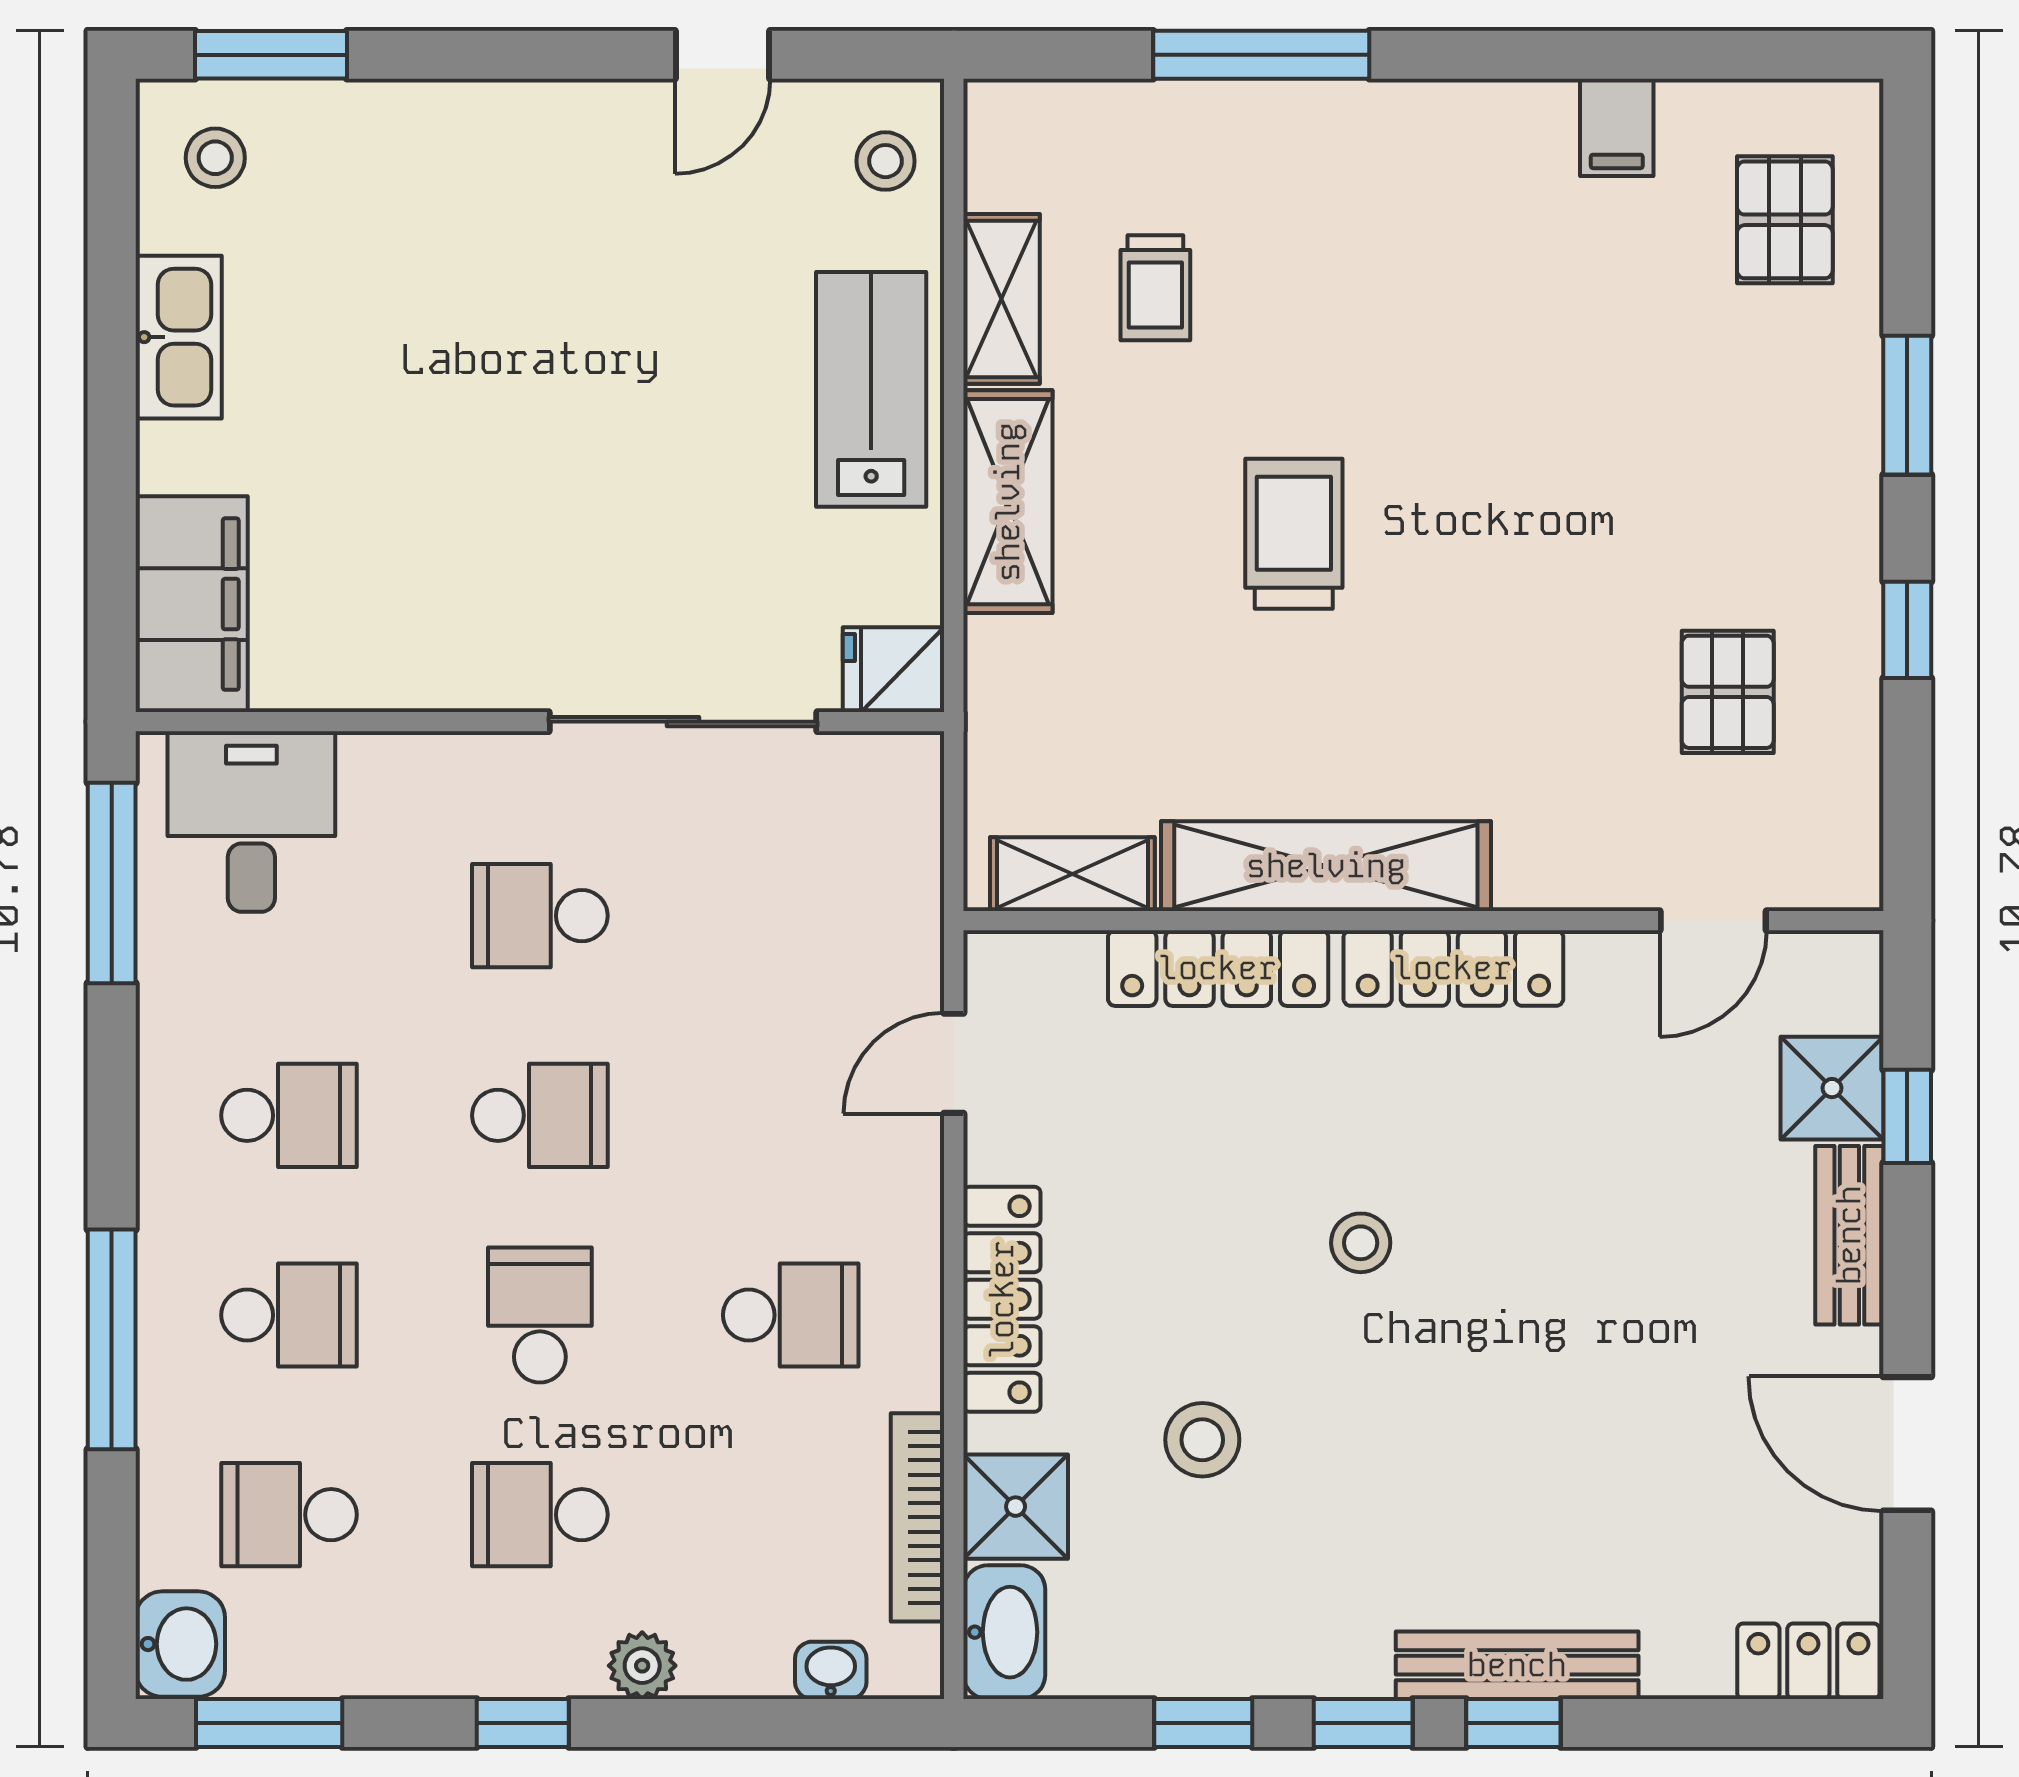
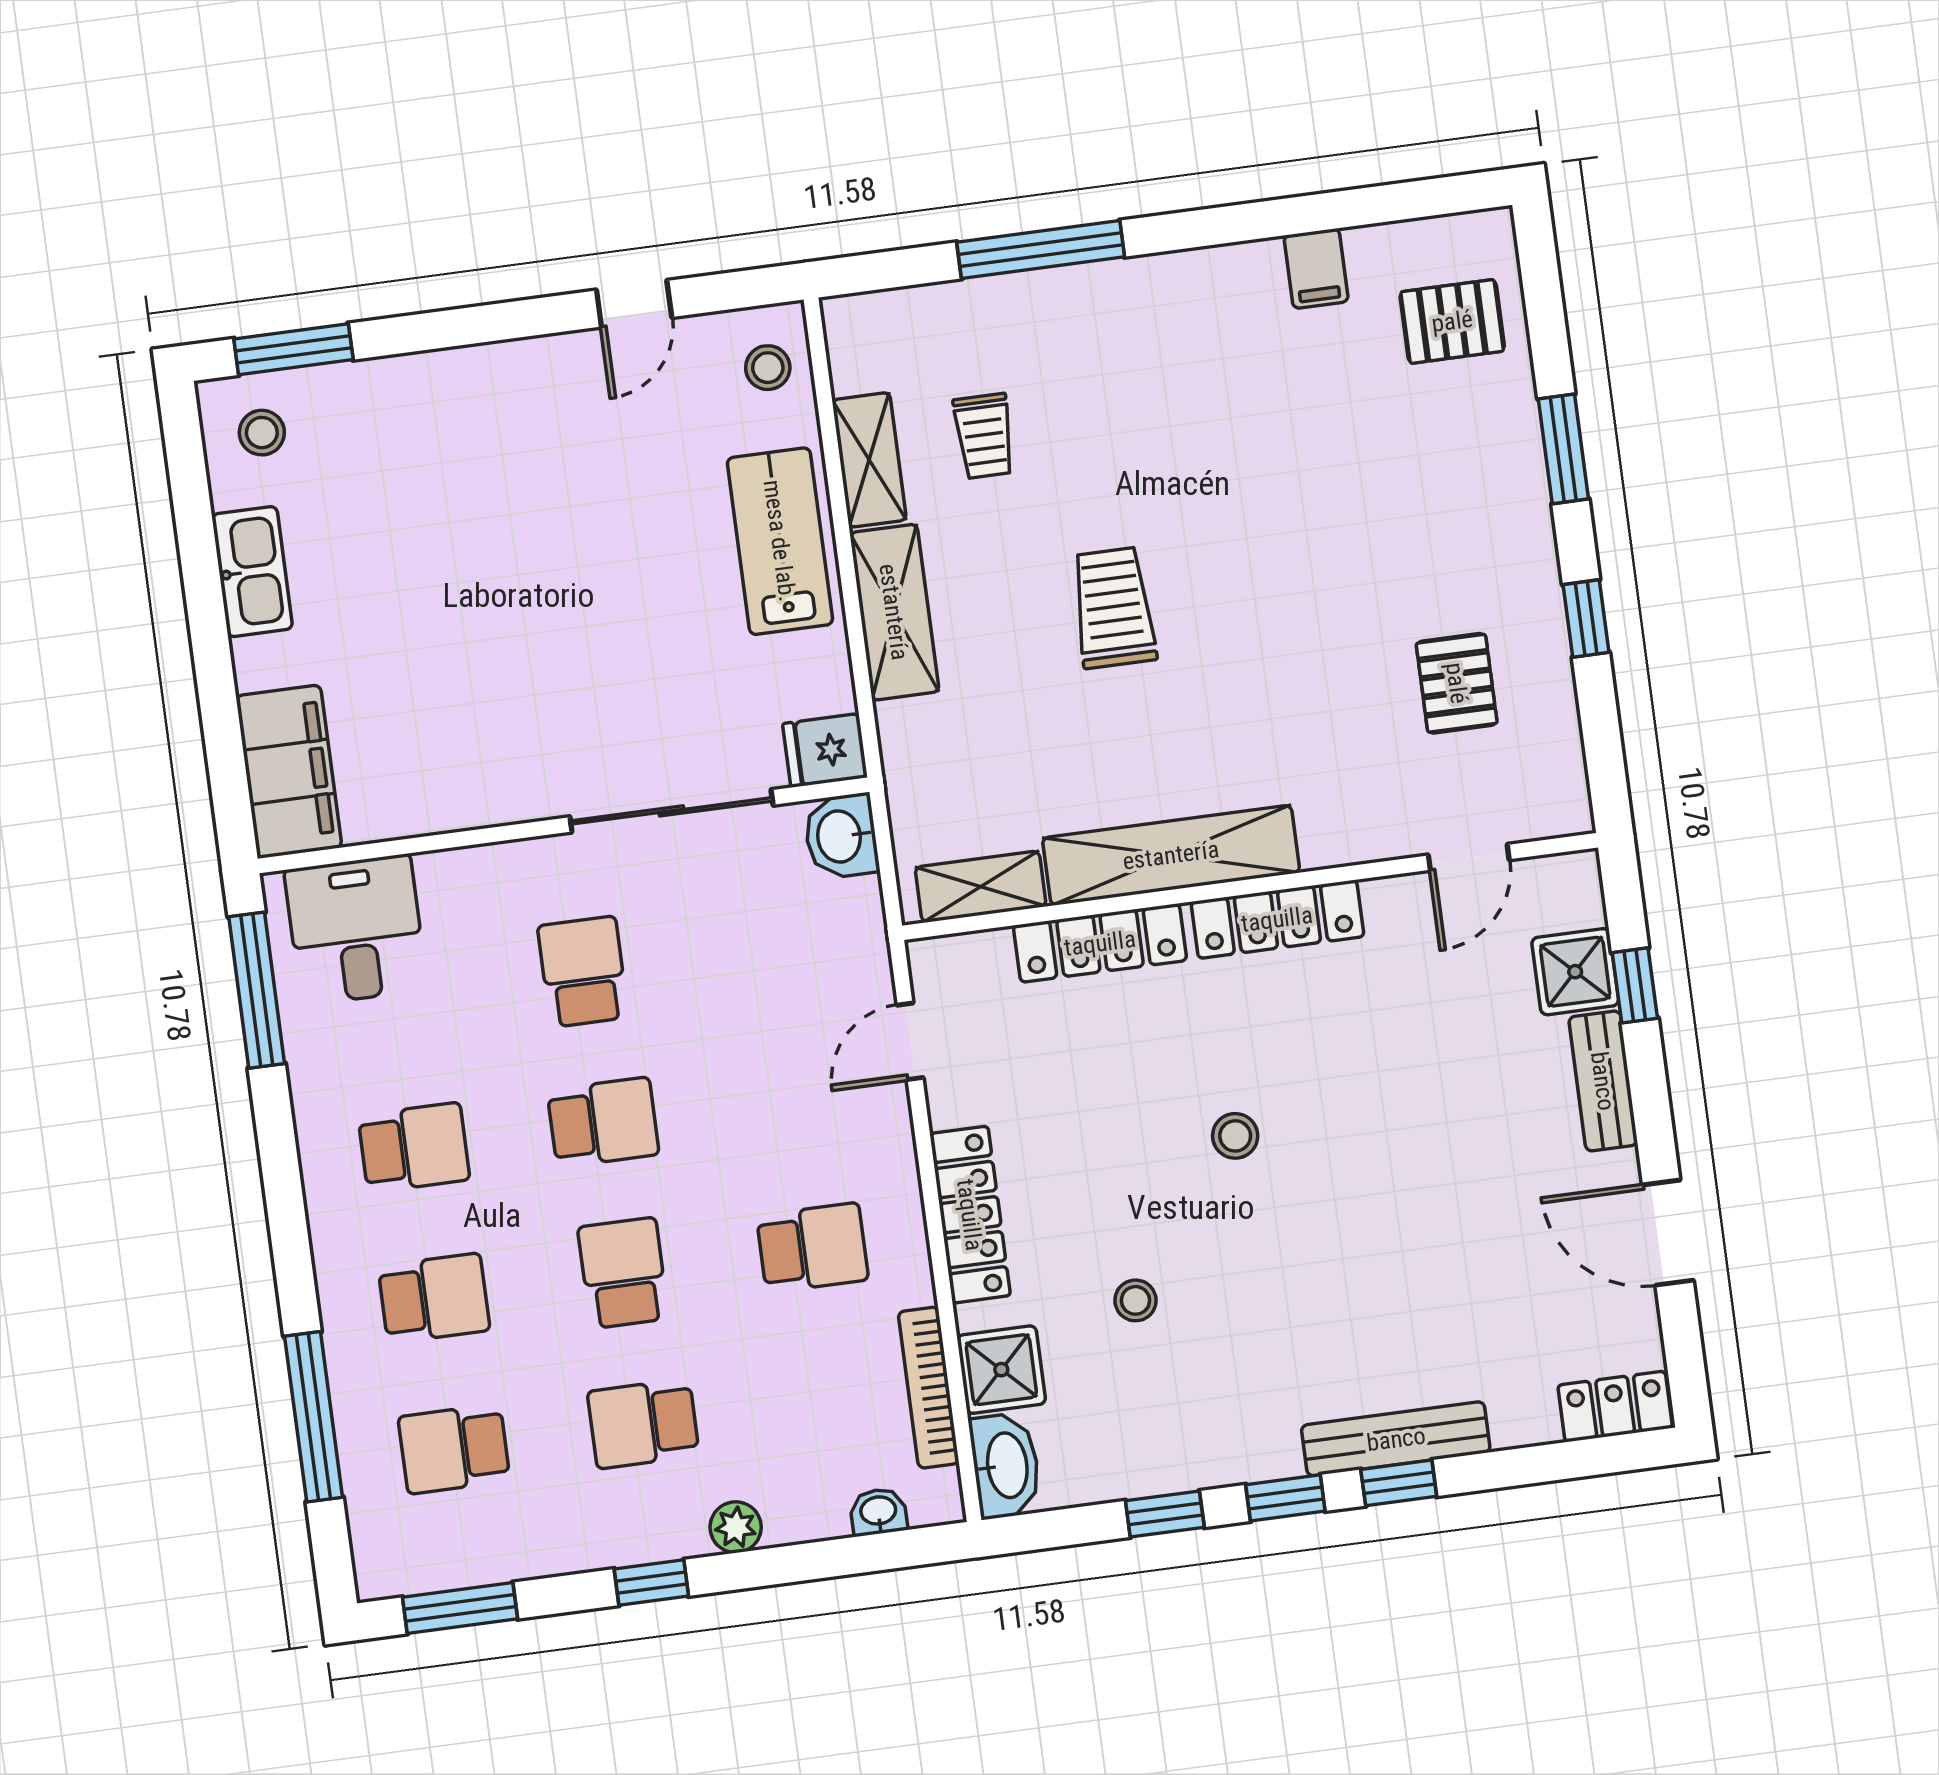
pallet: (1785, 220) -> (1452, 321), turned 90
school desk: (540, 916) -> (583, 972), turned 90
window: (112, 1339) -> (314, 1417), moved
stool: (1202, 1440) -> (1136, 1300), width x0.73, depth x0.73
washbasin: (180, 1644) -> (841, 836), moved, turned 180

